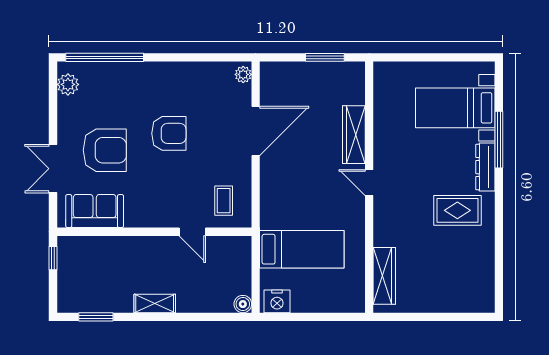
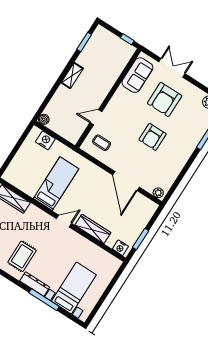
nightstand: (356, 78) -> (120, 248), added
bed: (302, 249) -> (56, 184), moved, turned 180
nightstand: (277, 301) -> (45, 140), moved, turned 90

